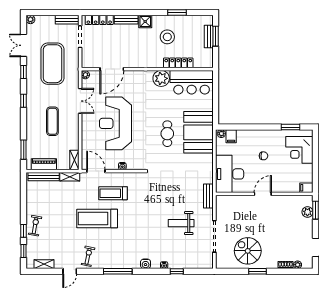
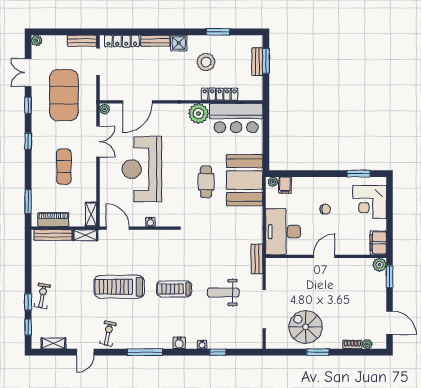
filing cabinet: (306, 188) -> (378, 243), width x2.00
treadmill: (113, 193) -> (174, 289), moved
plant: (307, 212) -> (380, 265), moved

